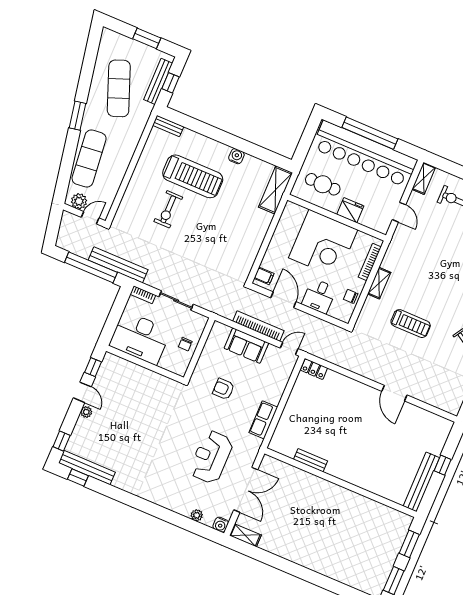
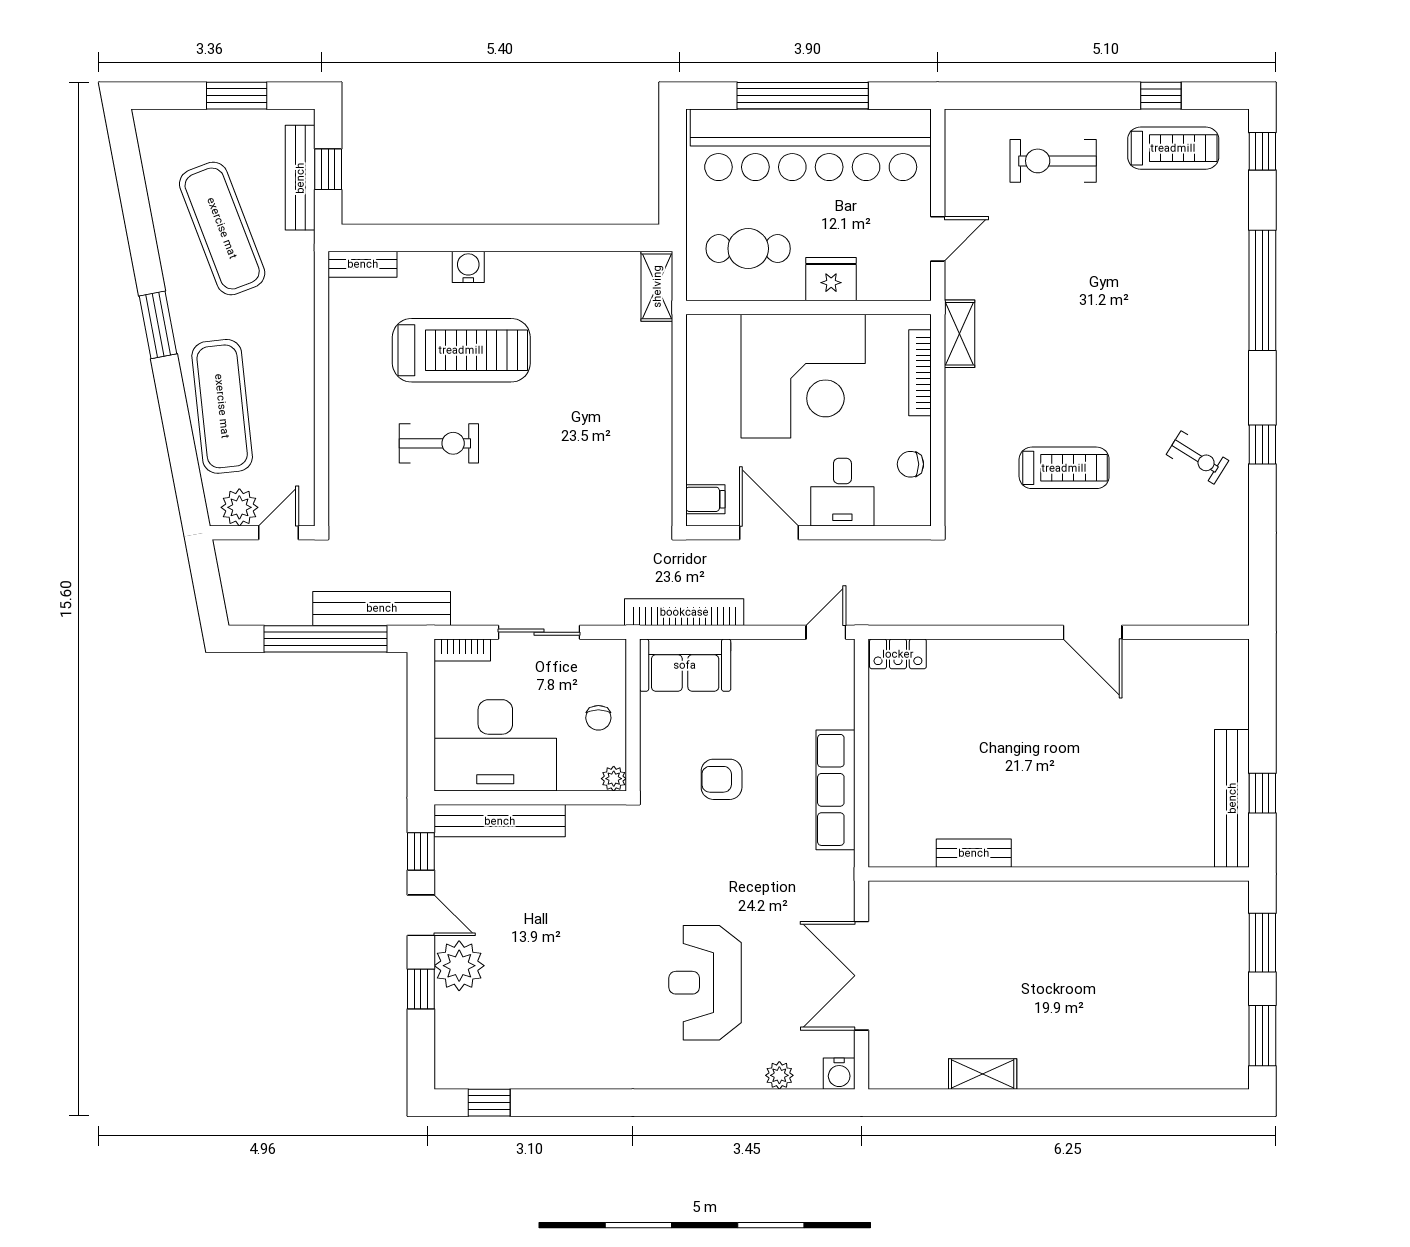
water cooler: (236, 156) -> (468, 267), moved
shelving: (424, 178) -> (960, 143), removed
shelving: (275, 190) -> (657, 286), width x0.67, depth x0.75
exercise bike: (168, 209) -> (439, 443), turned -90
door: (399, 212) -> (938, 239), hinge flipped
shelving: (379, 283) -> (959, 334), moved
bookcase: (258, 326) -> (684, 612), moved
sofa: (246, 346) -> (685, 665), moved
plant: (181, 371) -> (614, 779), added
plant: (86, 412) -> (459, 966), width x1.87, depth x1.87
row of seats: (263, 420) -> (835, 790), width x1.48
window: (62, 441) -> (421, 989), moved
reception desk: (211, 457) -> (705, 983), moved
window: (443, 465) -> (1262, 793), moved
bench: (87, 468) -> (500, 821), moved
double door: (246, 490) -> (861, 976), swing flipped
shelving: (245, 535) -> (983, 1074), moved

